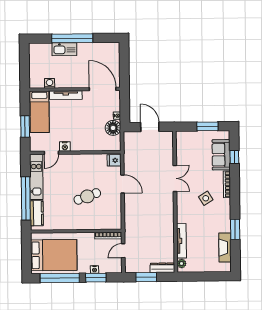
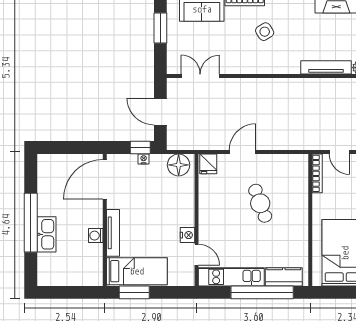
washing machine: (50, 83) -> (96, 236), moved
window: (125, 113) -> (140, 148), added
window: (25, 127) -> (134, 292), moved
door: (150, 127) -> (160, 112), hinge flipped
floor lamp: (113, 128) -> (179, 165), moved
double door: (175, 178) -> (200, 76), moved

